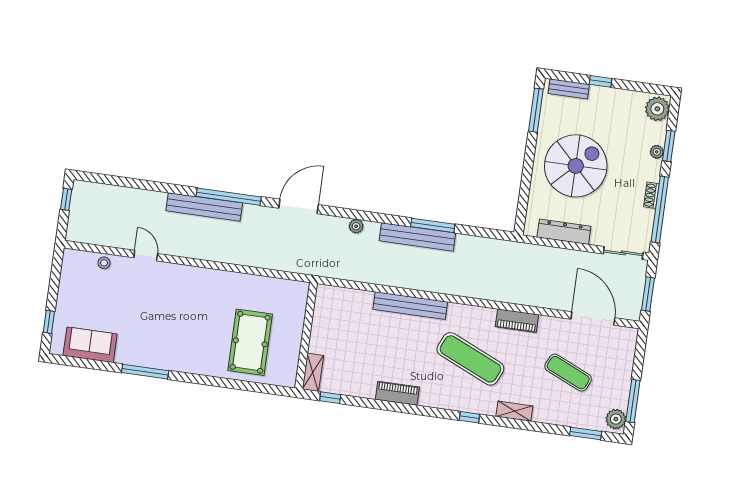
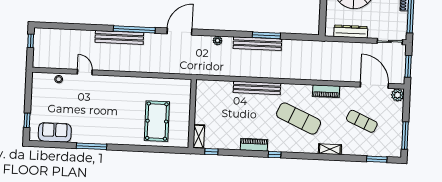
window: (469, 417) -> (275, 155), moved
plant: (616, 419) -> (398, 95), moved

